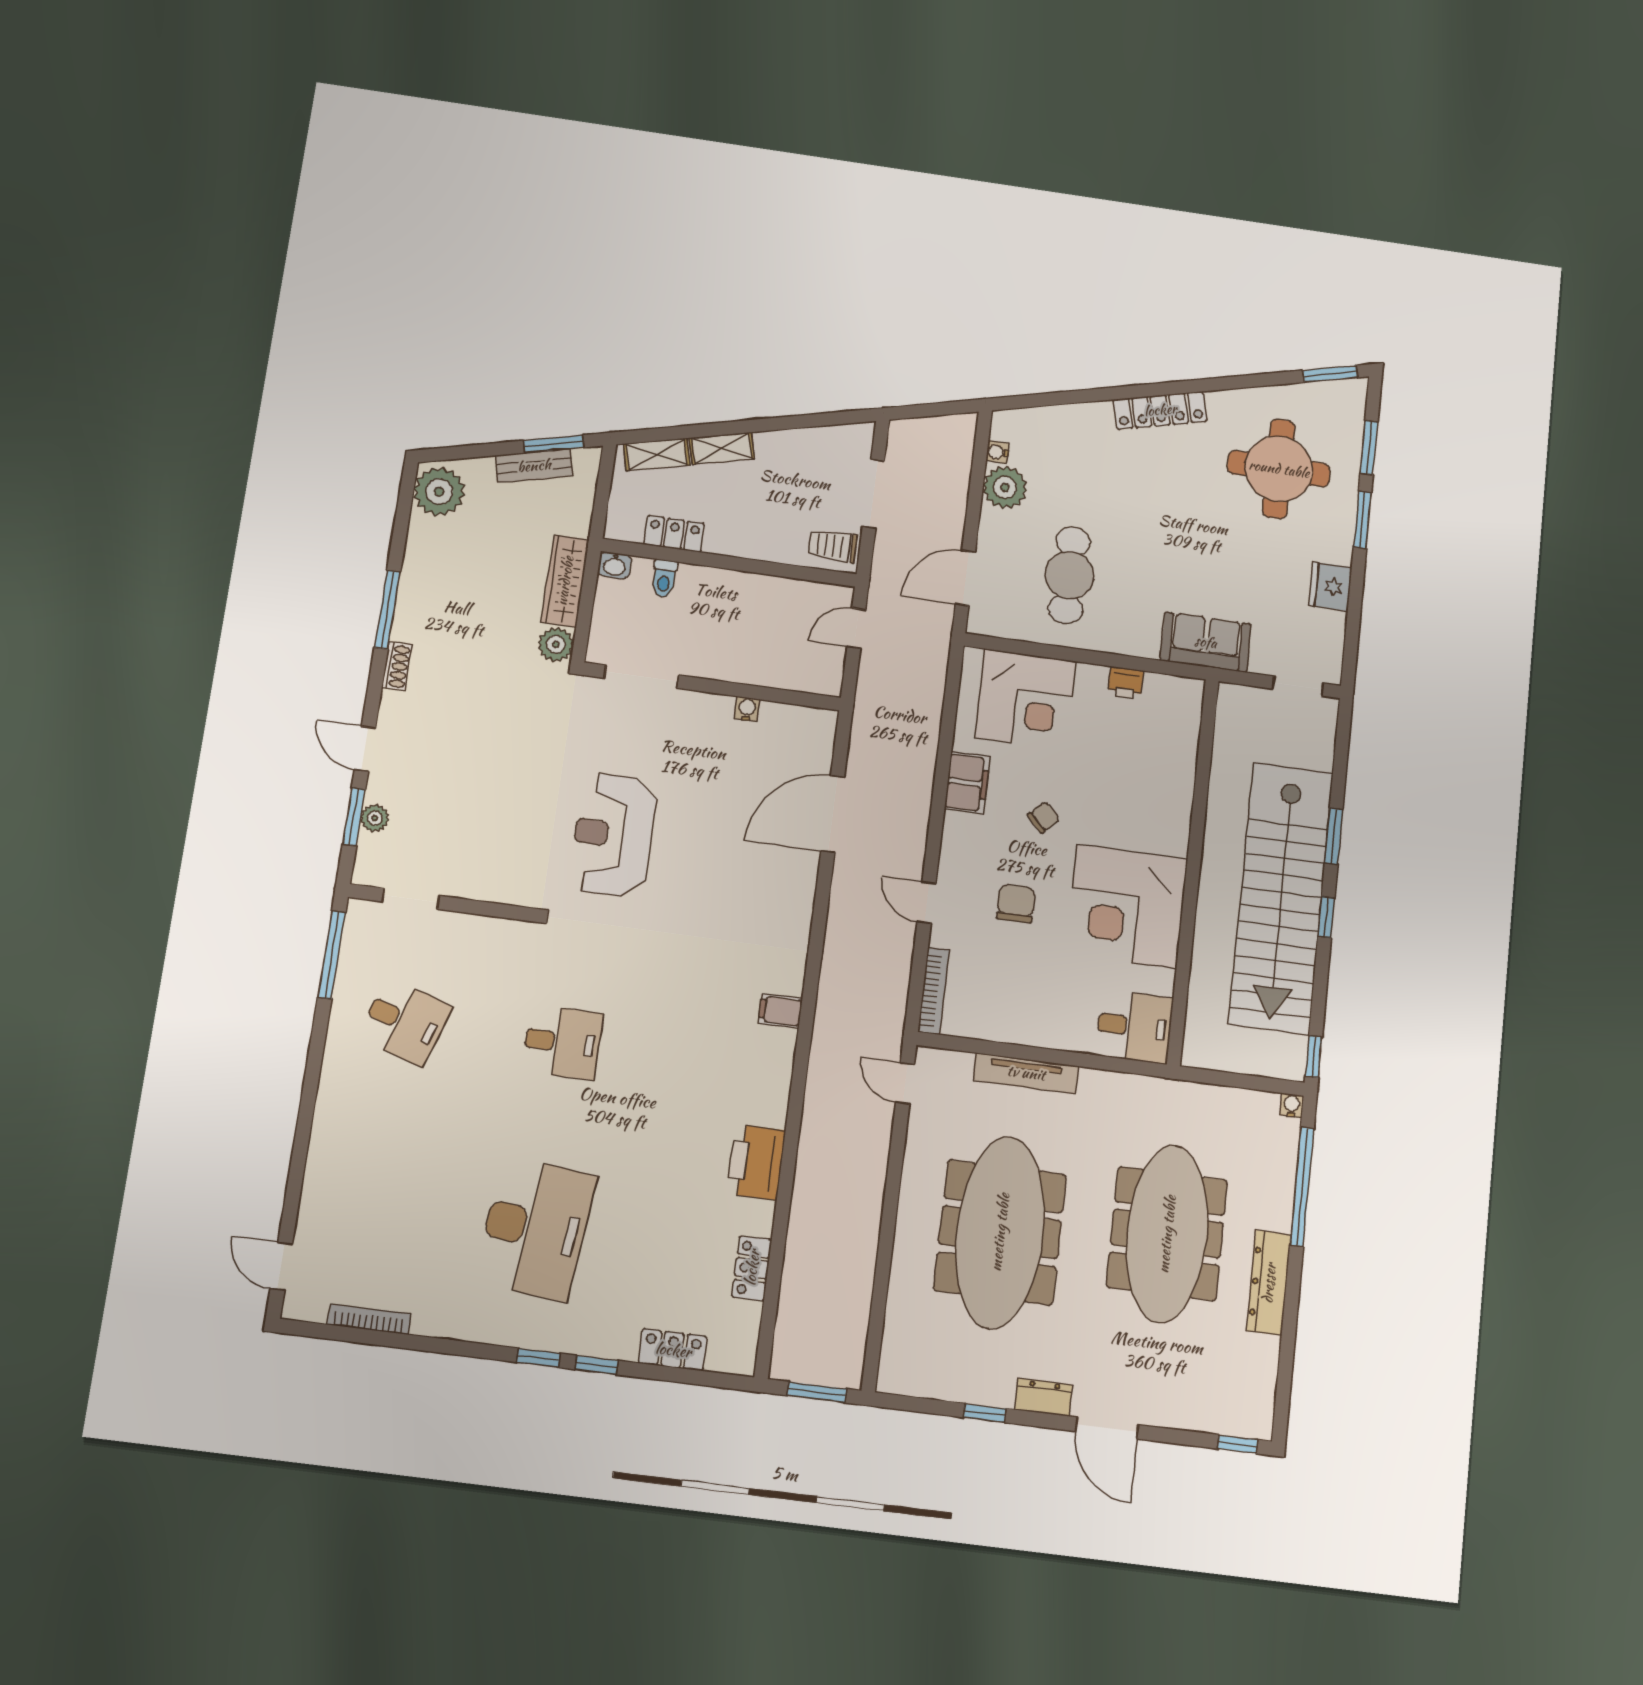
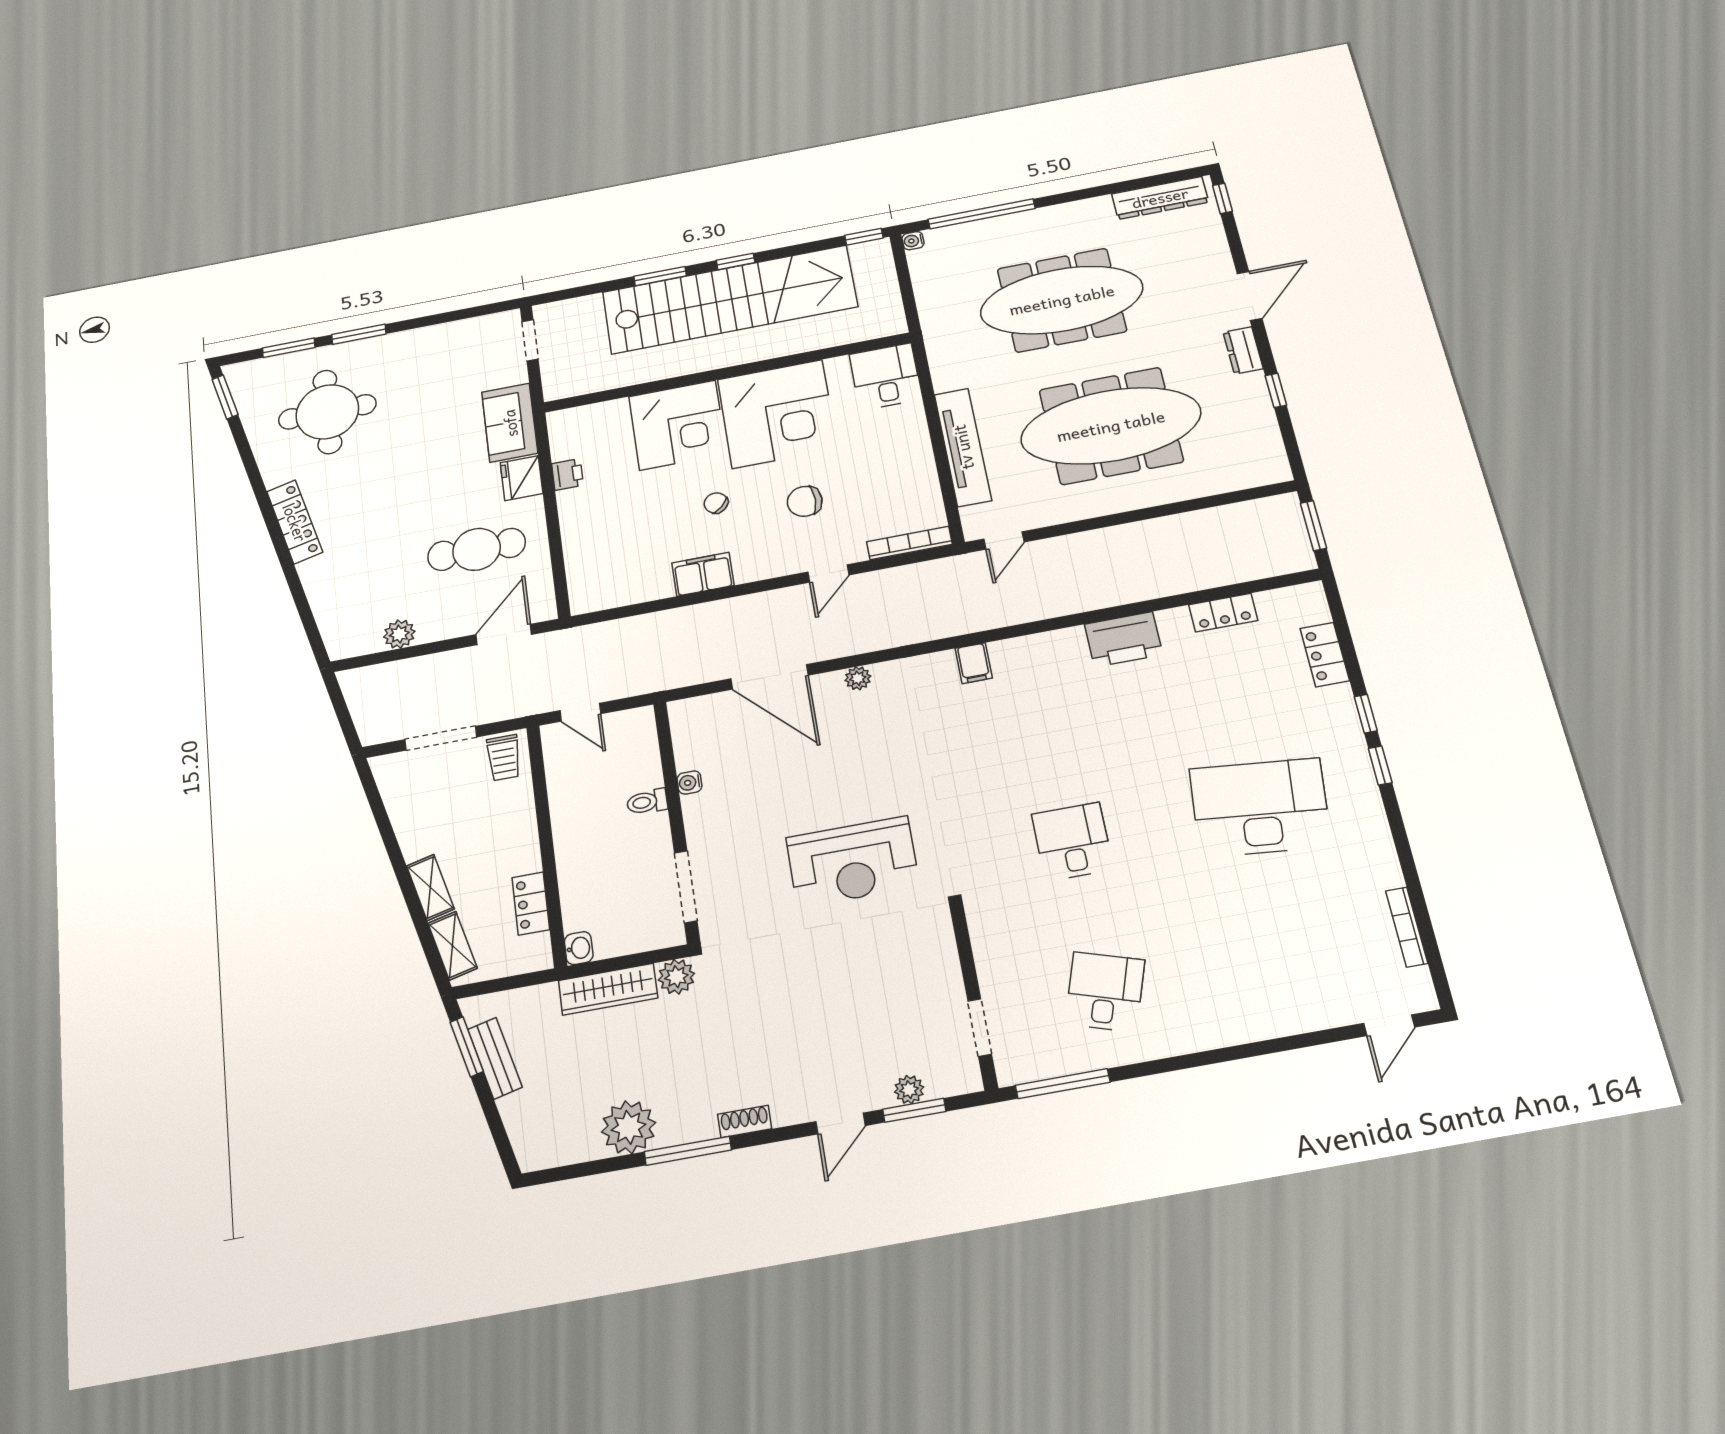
water cooler: (997, 452) -> (371, 644), removed
plant: (1005, 487) -> (399, 634), width x0.73, depth x0.73
plant: (439, 492) -> (629, 1127), moved
door: (965, 578) -> (504, 635), swing flipped
toilet: (664, 579) -> (647, 802), moved, turned 180
fridge: (1330, 587) -> (522, 478), moved, turned 90
corner desk: (1026, 699) -> (678, 425), moved, turned 90
plant: (802, 897) -> (858, 678), added
tv unit: (1026, 1073) -> (963, 447), width x1.36, depth x1.29
dresser: (1269, 1283) -> (1160, 198), moved

